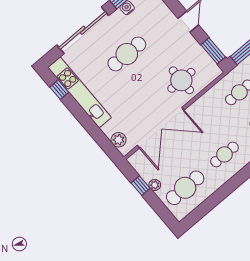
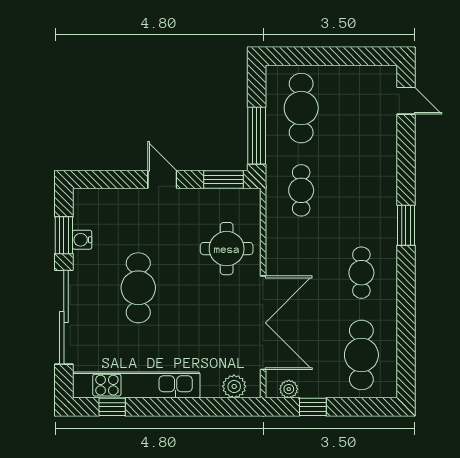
plant: (155, 185) -> (289, 389), moved

